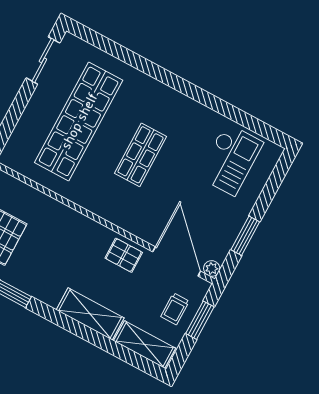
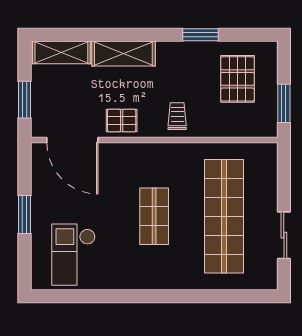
sliding door: (43, 60) -> (284, 235), moved
window: (245, 236) -> (24, 214), moved
plant: (212, 269) -> (38, 150), removed
trolley: (175, 309) -> (177, 116), moved

